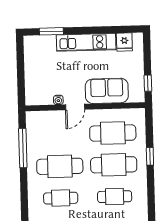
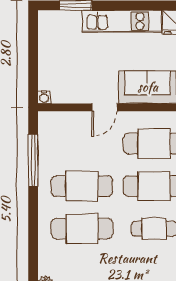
water cooler: (58, 100) -> (44, 97), moved
cafe table: (61, 198) -> (82, 229), width x1.37, depth x1.35

